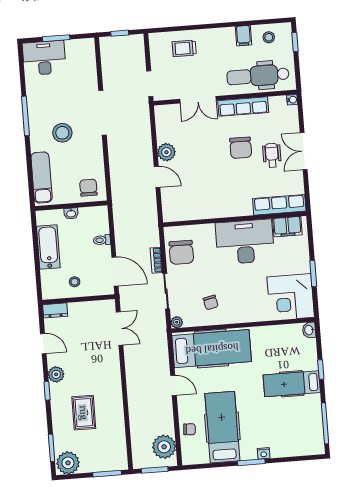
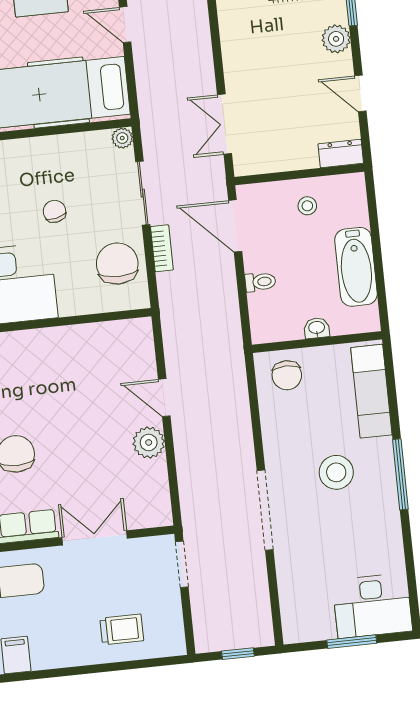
window: (25, 116) -> (400, 474), moved
chair: (211, 302) -> (55, 211), moved

